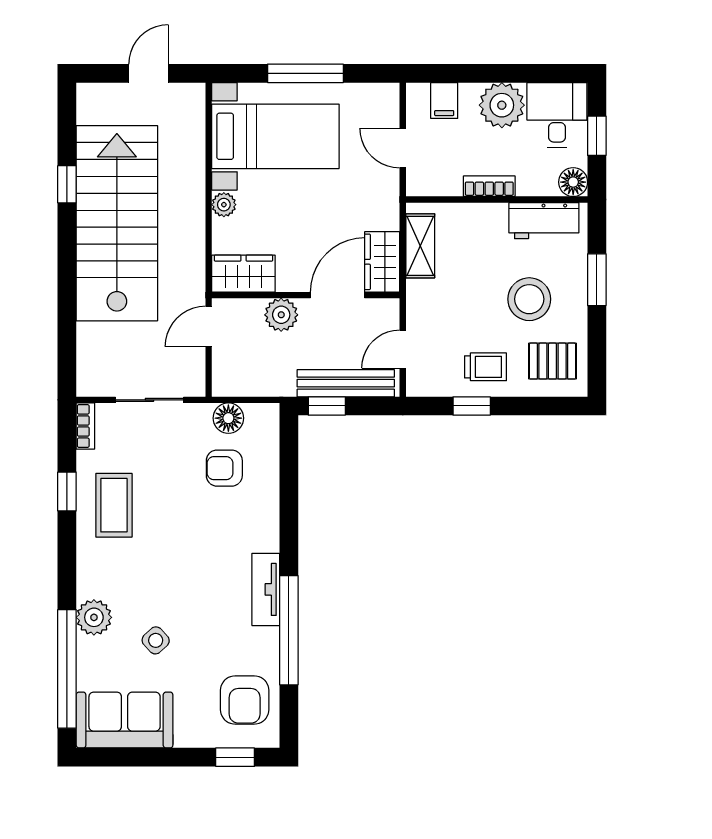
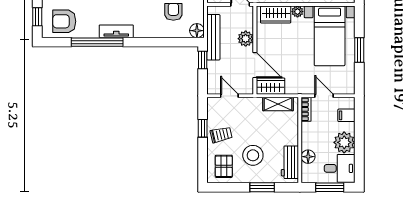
window: (305, 73) -> (359, 50), width x0.69
window: (597, 136) -> (330, 187), width x1.50
door: (403, 148) -> (324, 96), hinge flipped
floor lamp: (573, 182) -> (308, 157), moved
bookcase: (489, 186) -> (306, 109), moved
wardrobe: (243, 274) -> (276, 15), moved, turned 90
trolley: (485, 367) -> (221, 135), turned -103
bench: (346, 383) -> (213, 37), moved
floor lamp: (228, 418) -> (197, 31), moved

